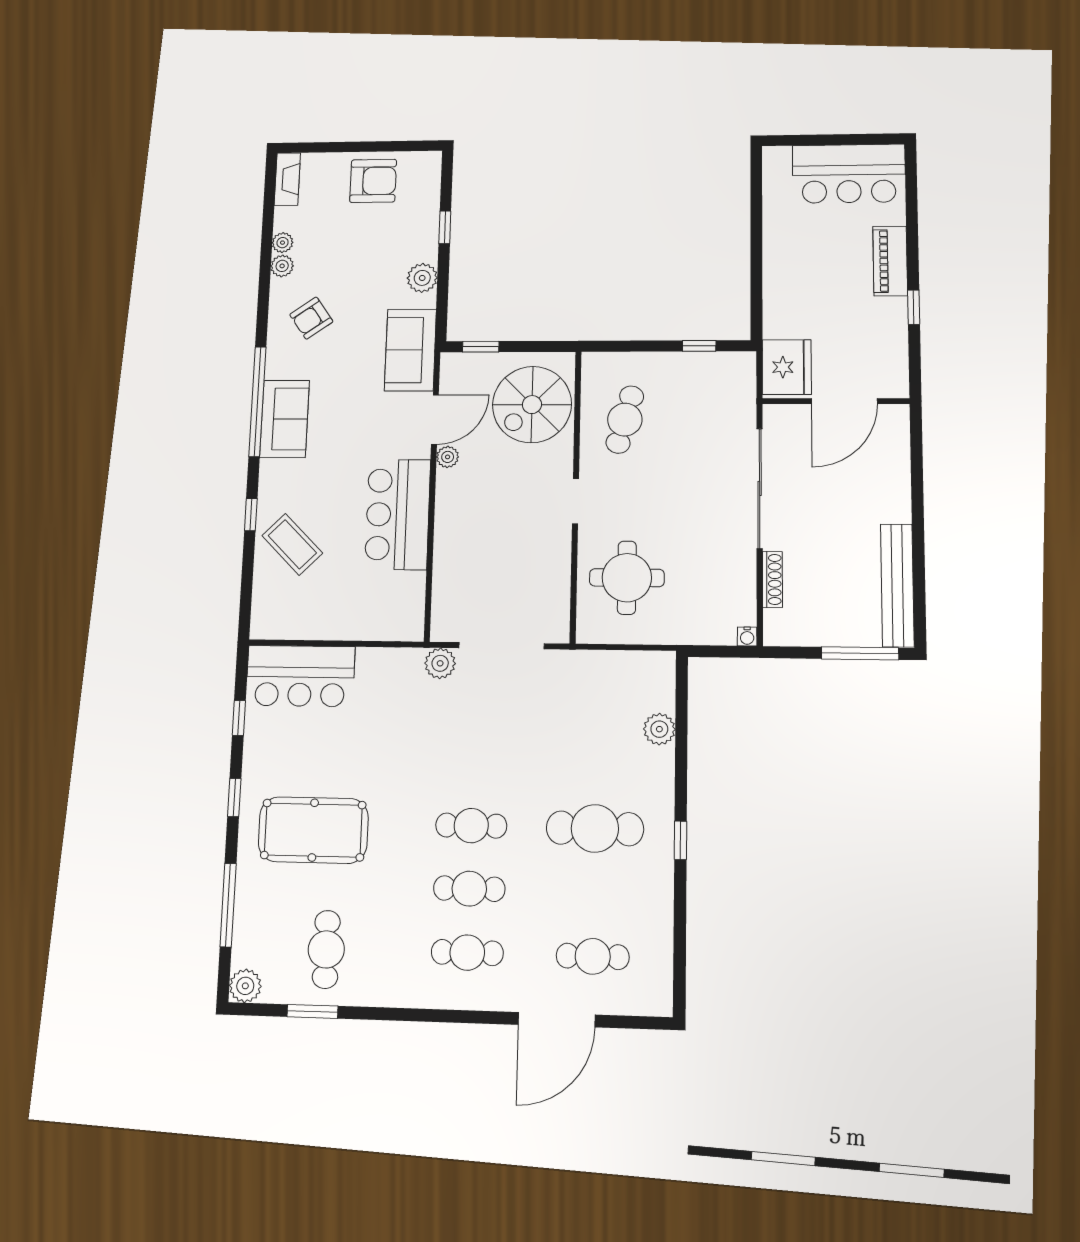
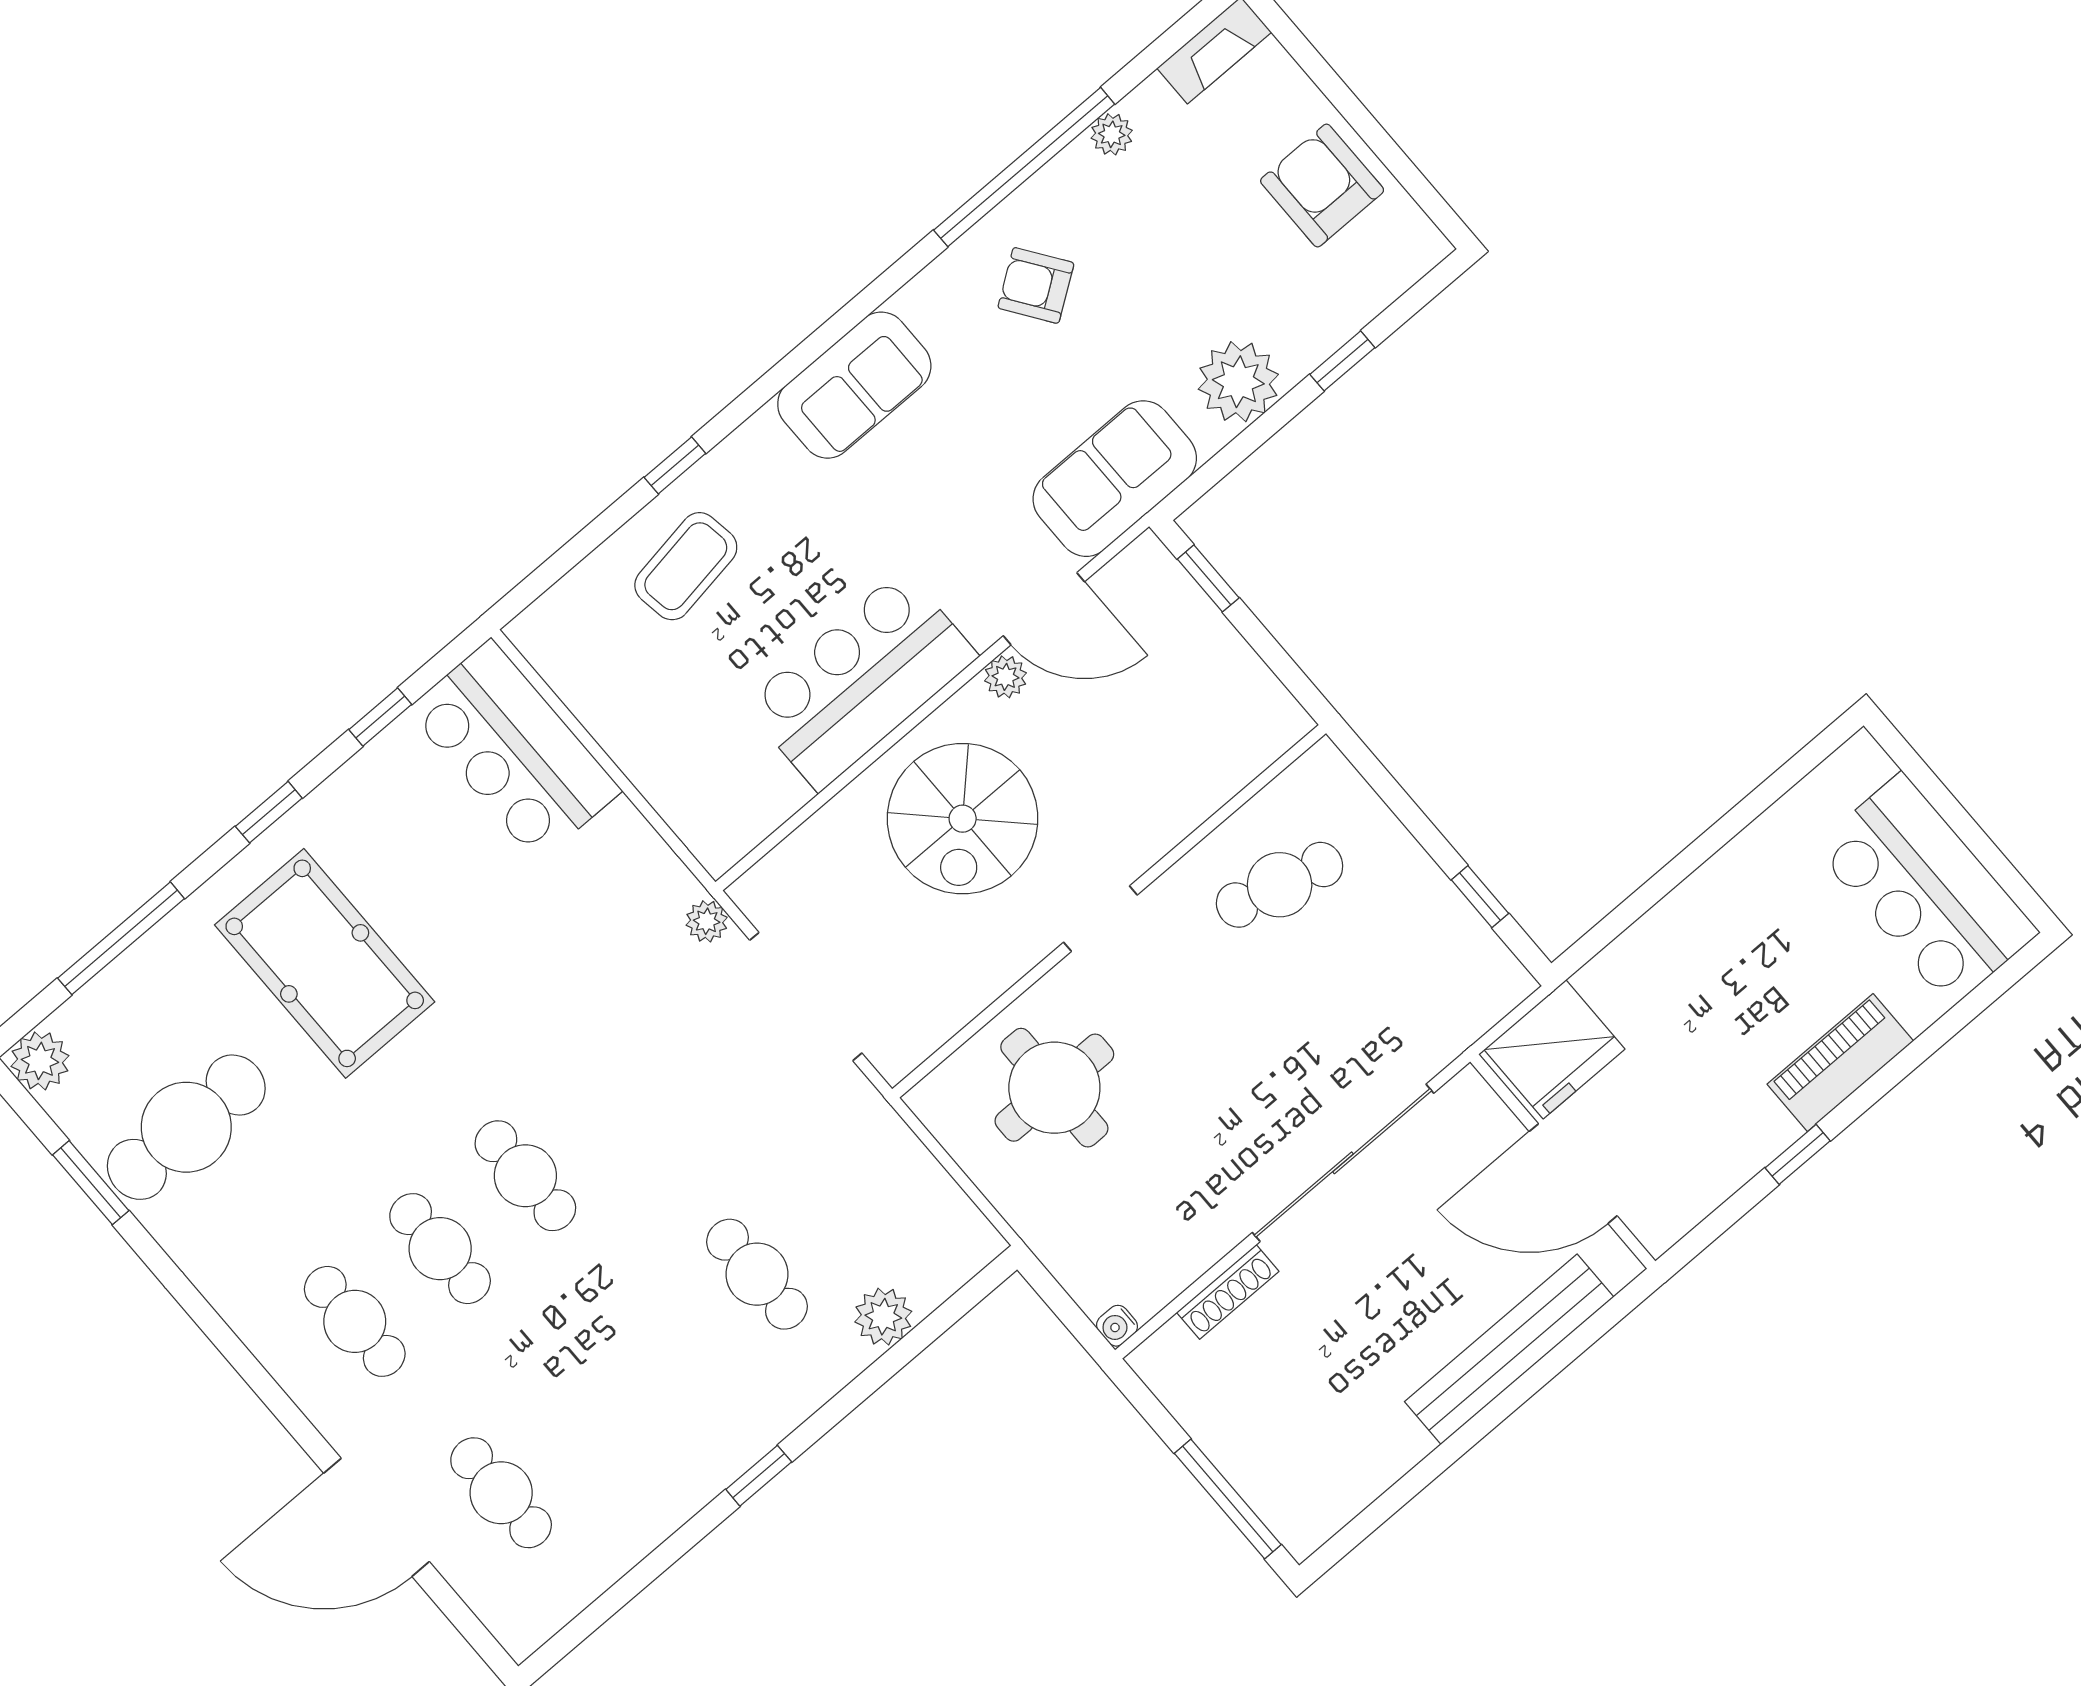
armchair: (373, 181) -> (1322, 186), turned 180
plant: (282, 266) -> (1076, 167), removed
plant: (422, 278) -> (1238, 382), width x1.36, depth x1.36
window: (257, 402) -> (1024, 167), moved
spiral stairs: (532, 405) -> (963, 819), moved, turned -90
coffee table: (292, 544) -> (686, 566), turned 36
bench: (897, 585) -> (1509, 1349), moved
plant: (440, 663) -> (707, 921), width x0.73, depth x0.73
cafe table: (595, 828) -> (757, 1274), moved, width x0.73, depth x0.74
cafe table: (326, 949) -> (186, 1127), width x1.37, depth x1.35

